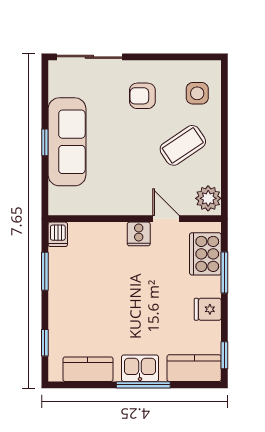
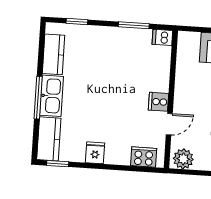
cooker: (205, 254) -> (144, 157), width x0.73, depth x0.76
window: (224, 272) -> (123, 168), removed
kitchen sink: (140, 368) -> (52, 96), width x1.38

